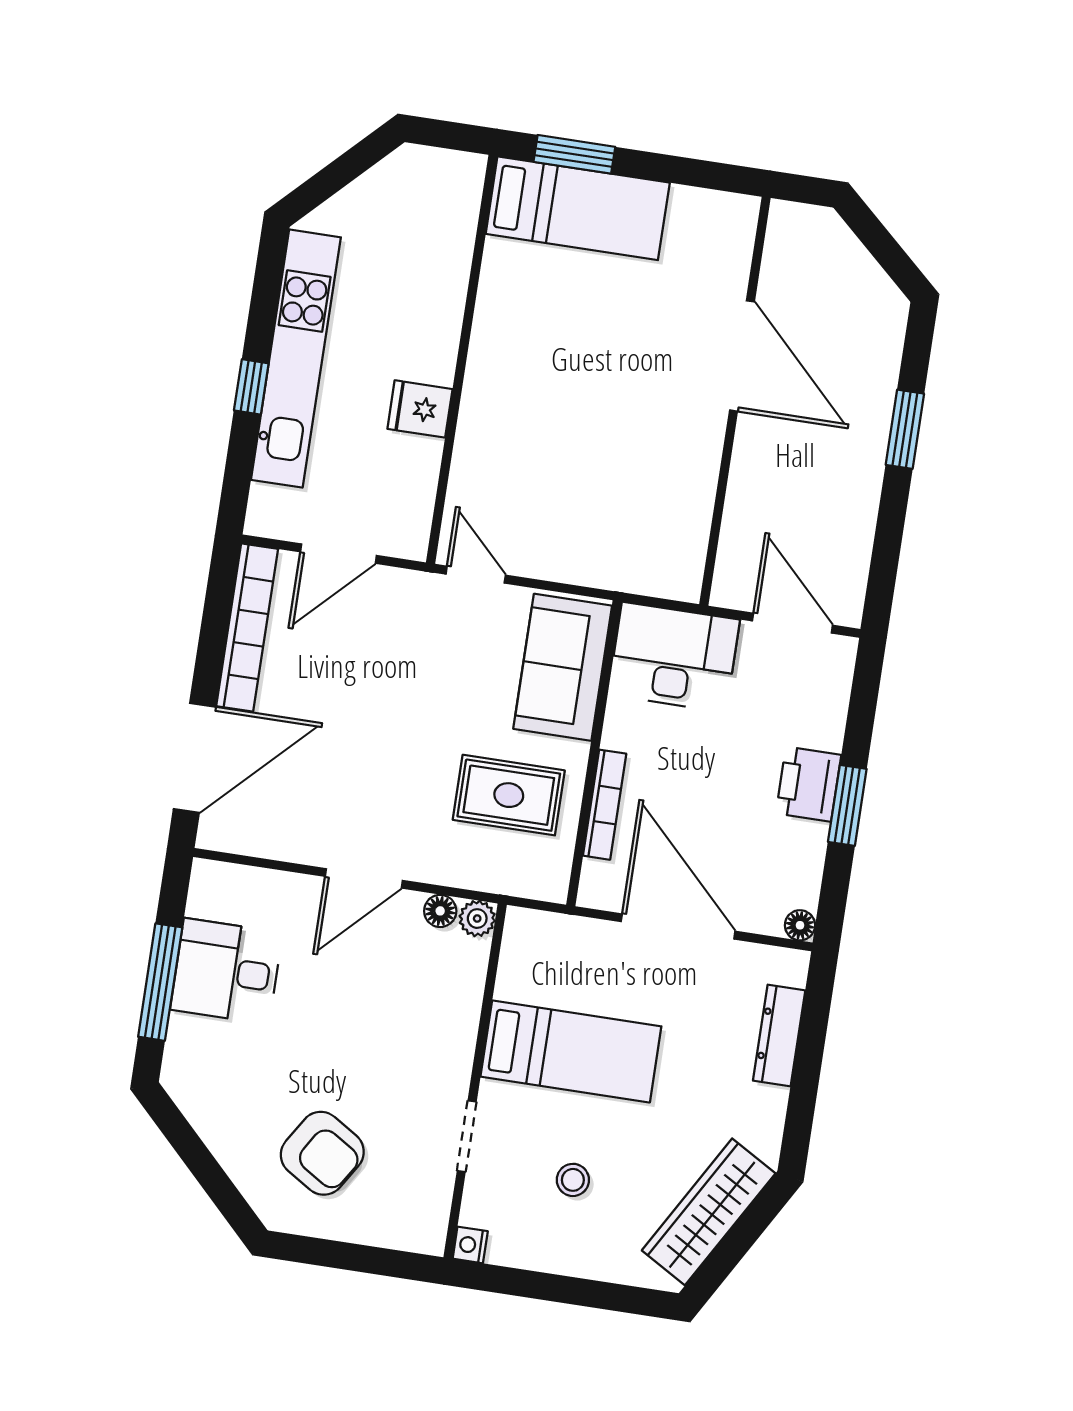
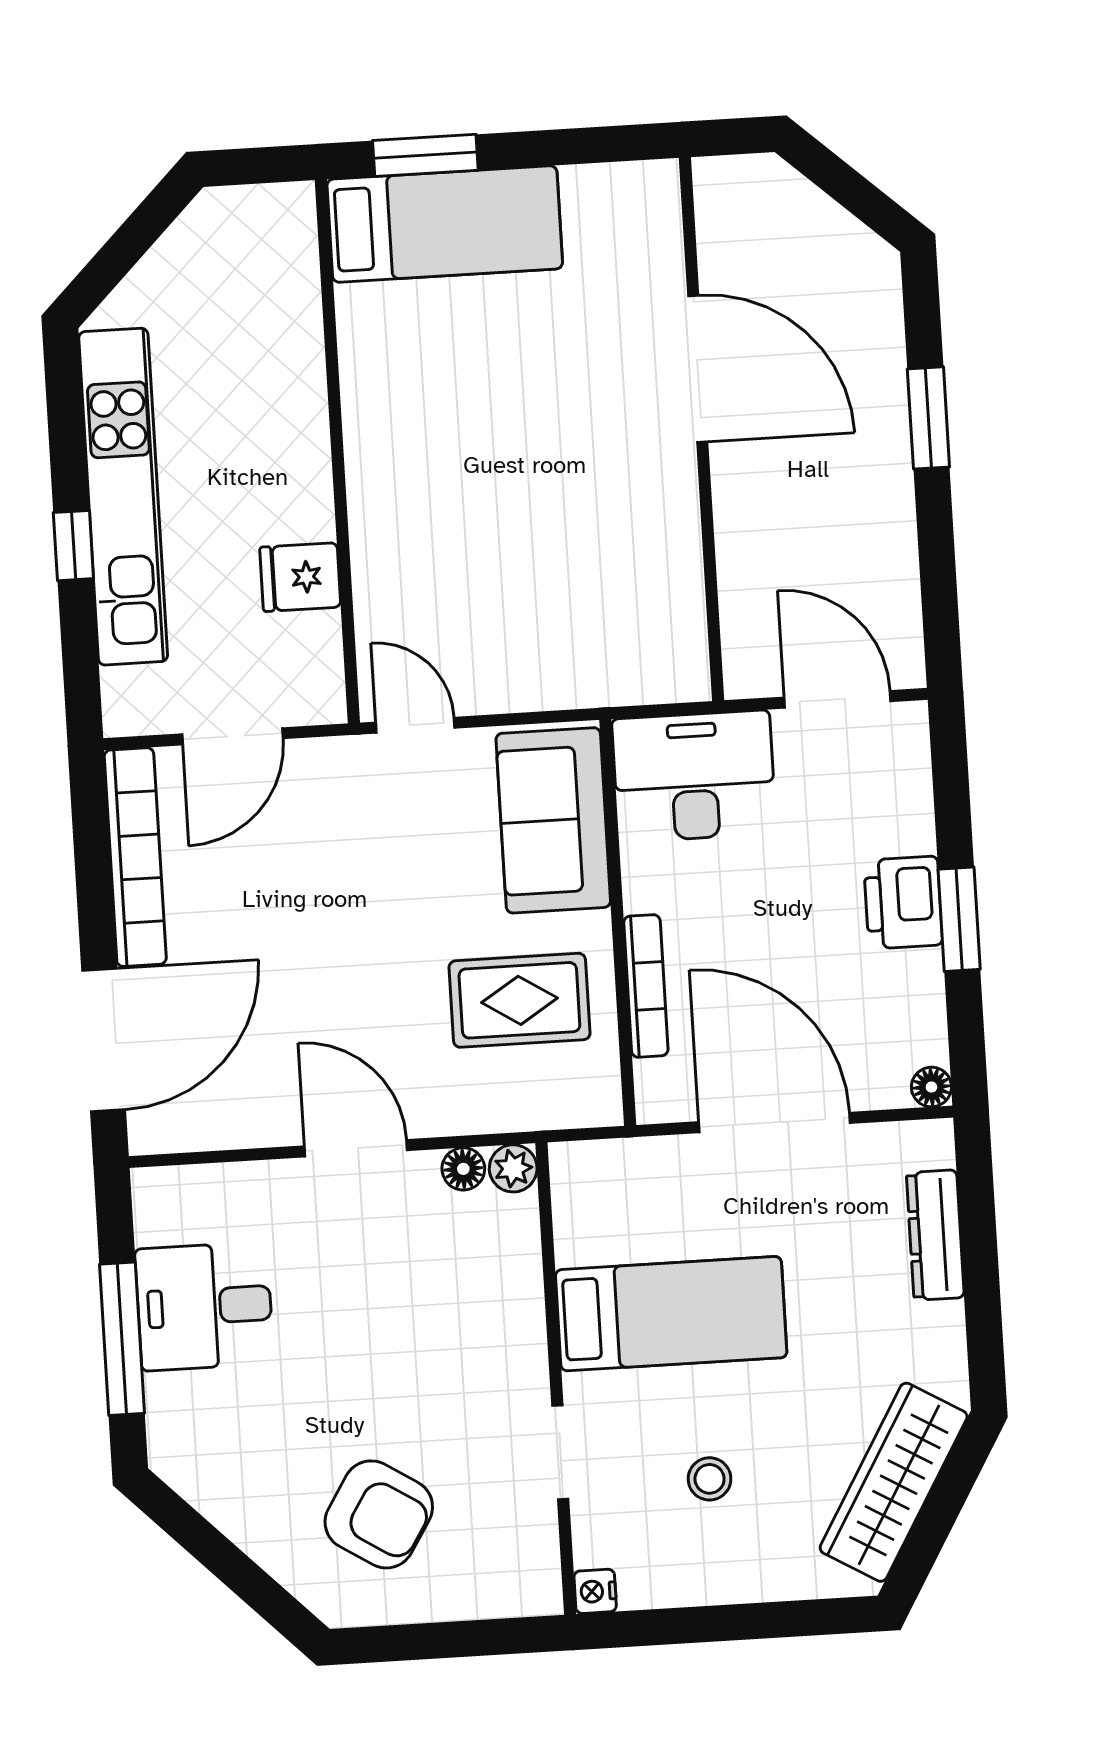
fridge: (420, 409) -> (300, 577), moved
door: (364, 878) -> (356, 1148), swing flipped

